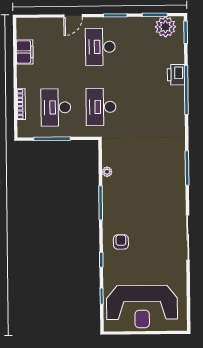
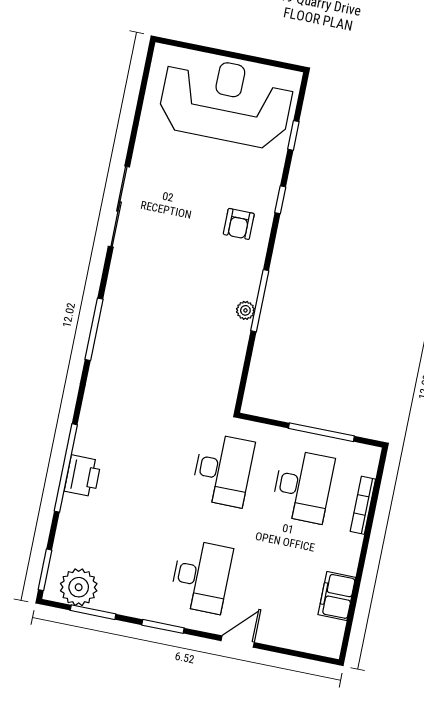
printer: (176, 75) -> (83, 476), moved
plant: (107, 172) -> (245, 310), moved

